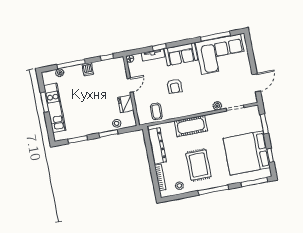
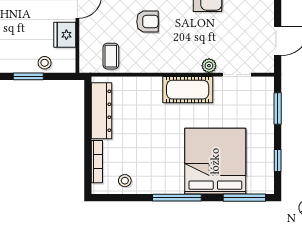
armchair: (175, 86) -> (147, 22), turned -90
cot: (191, 126) -> (188, 90), moved
bed: (247, 153) -> (215, 161), moved, turned 90
rug: (198, 165) -> (161, 154), removed

